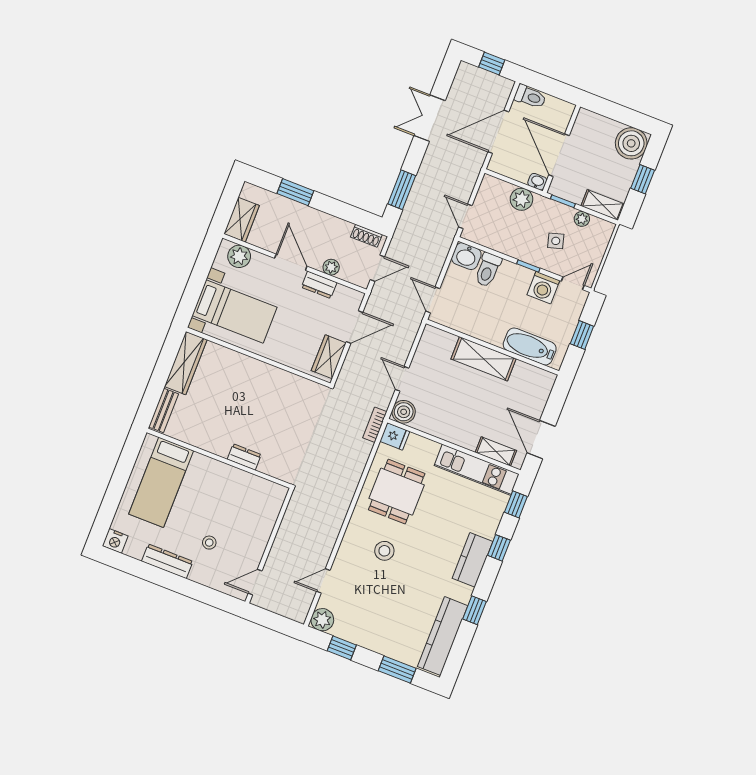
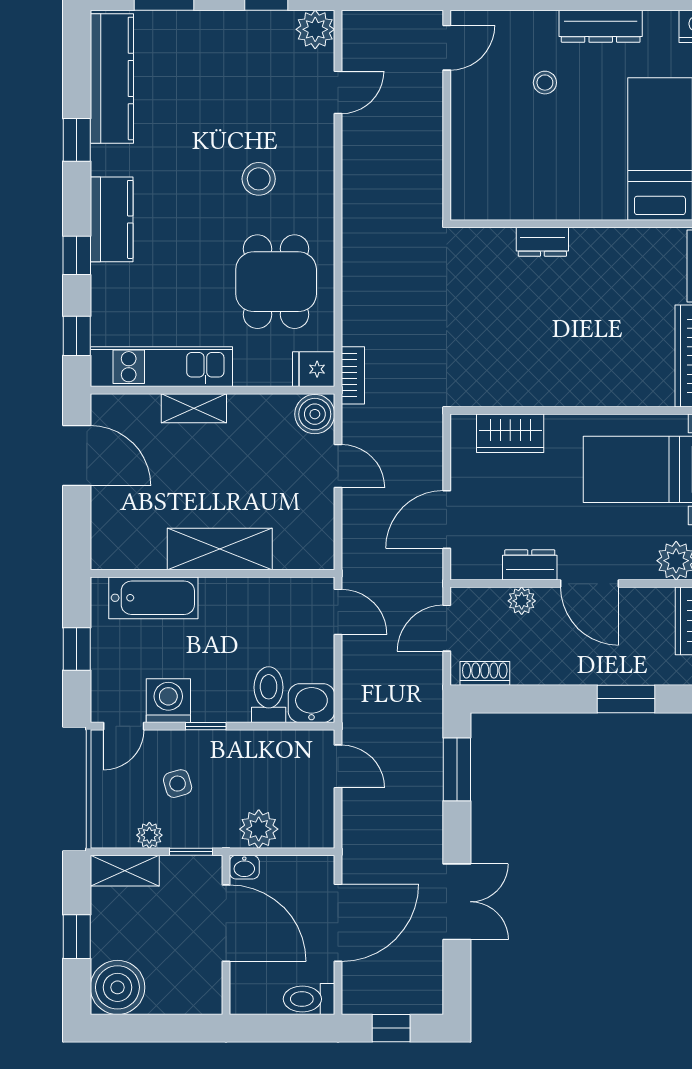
wardrobe: (329, 357) -> (510, 433), moved, turned 90
shelving: (496, 451) -> (194, 408), moved

